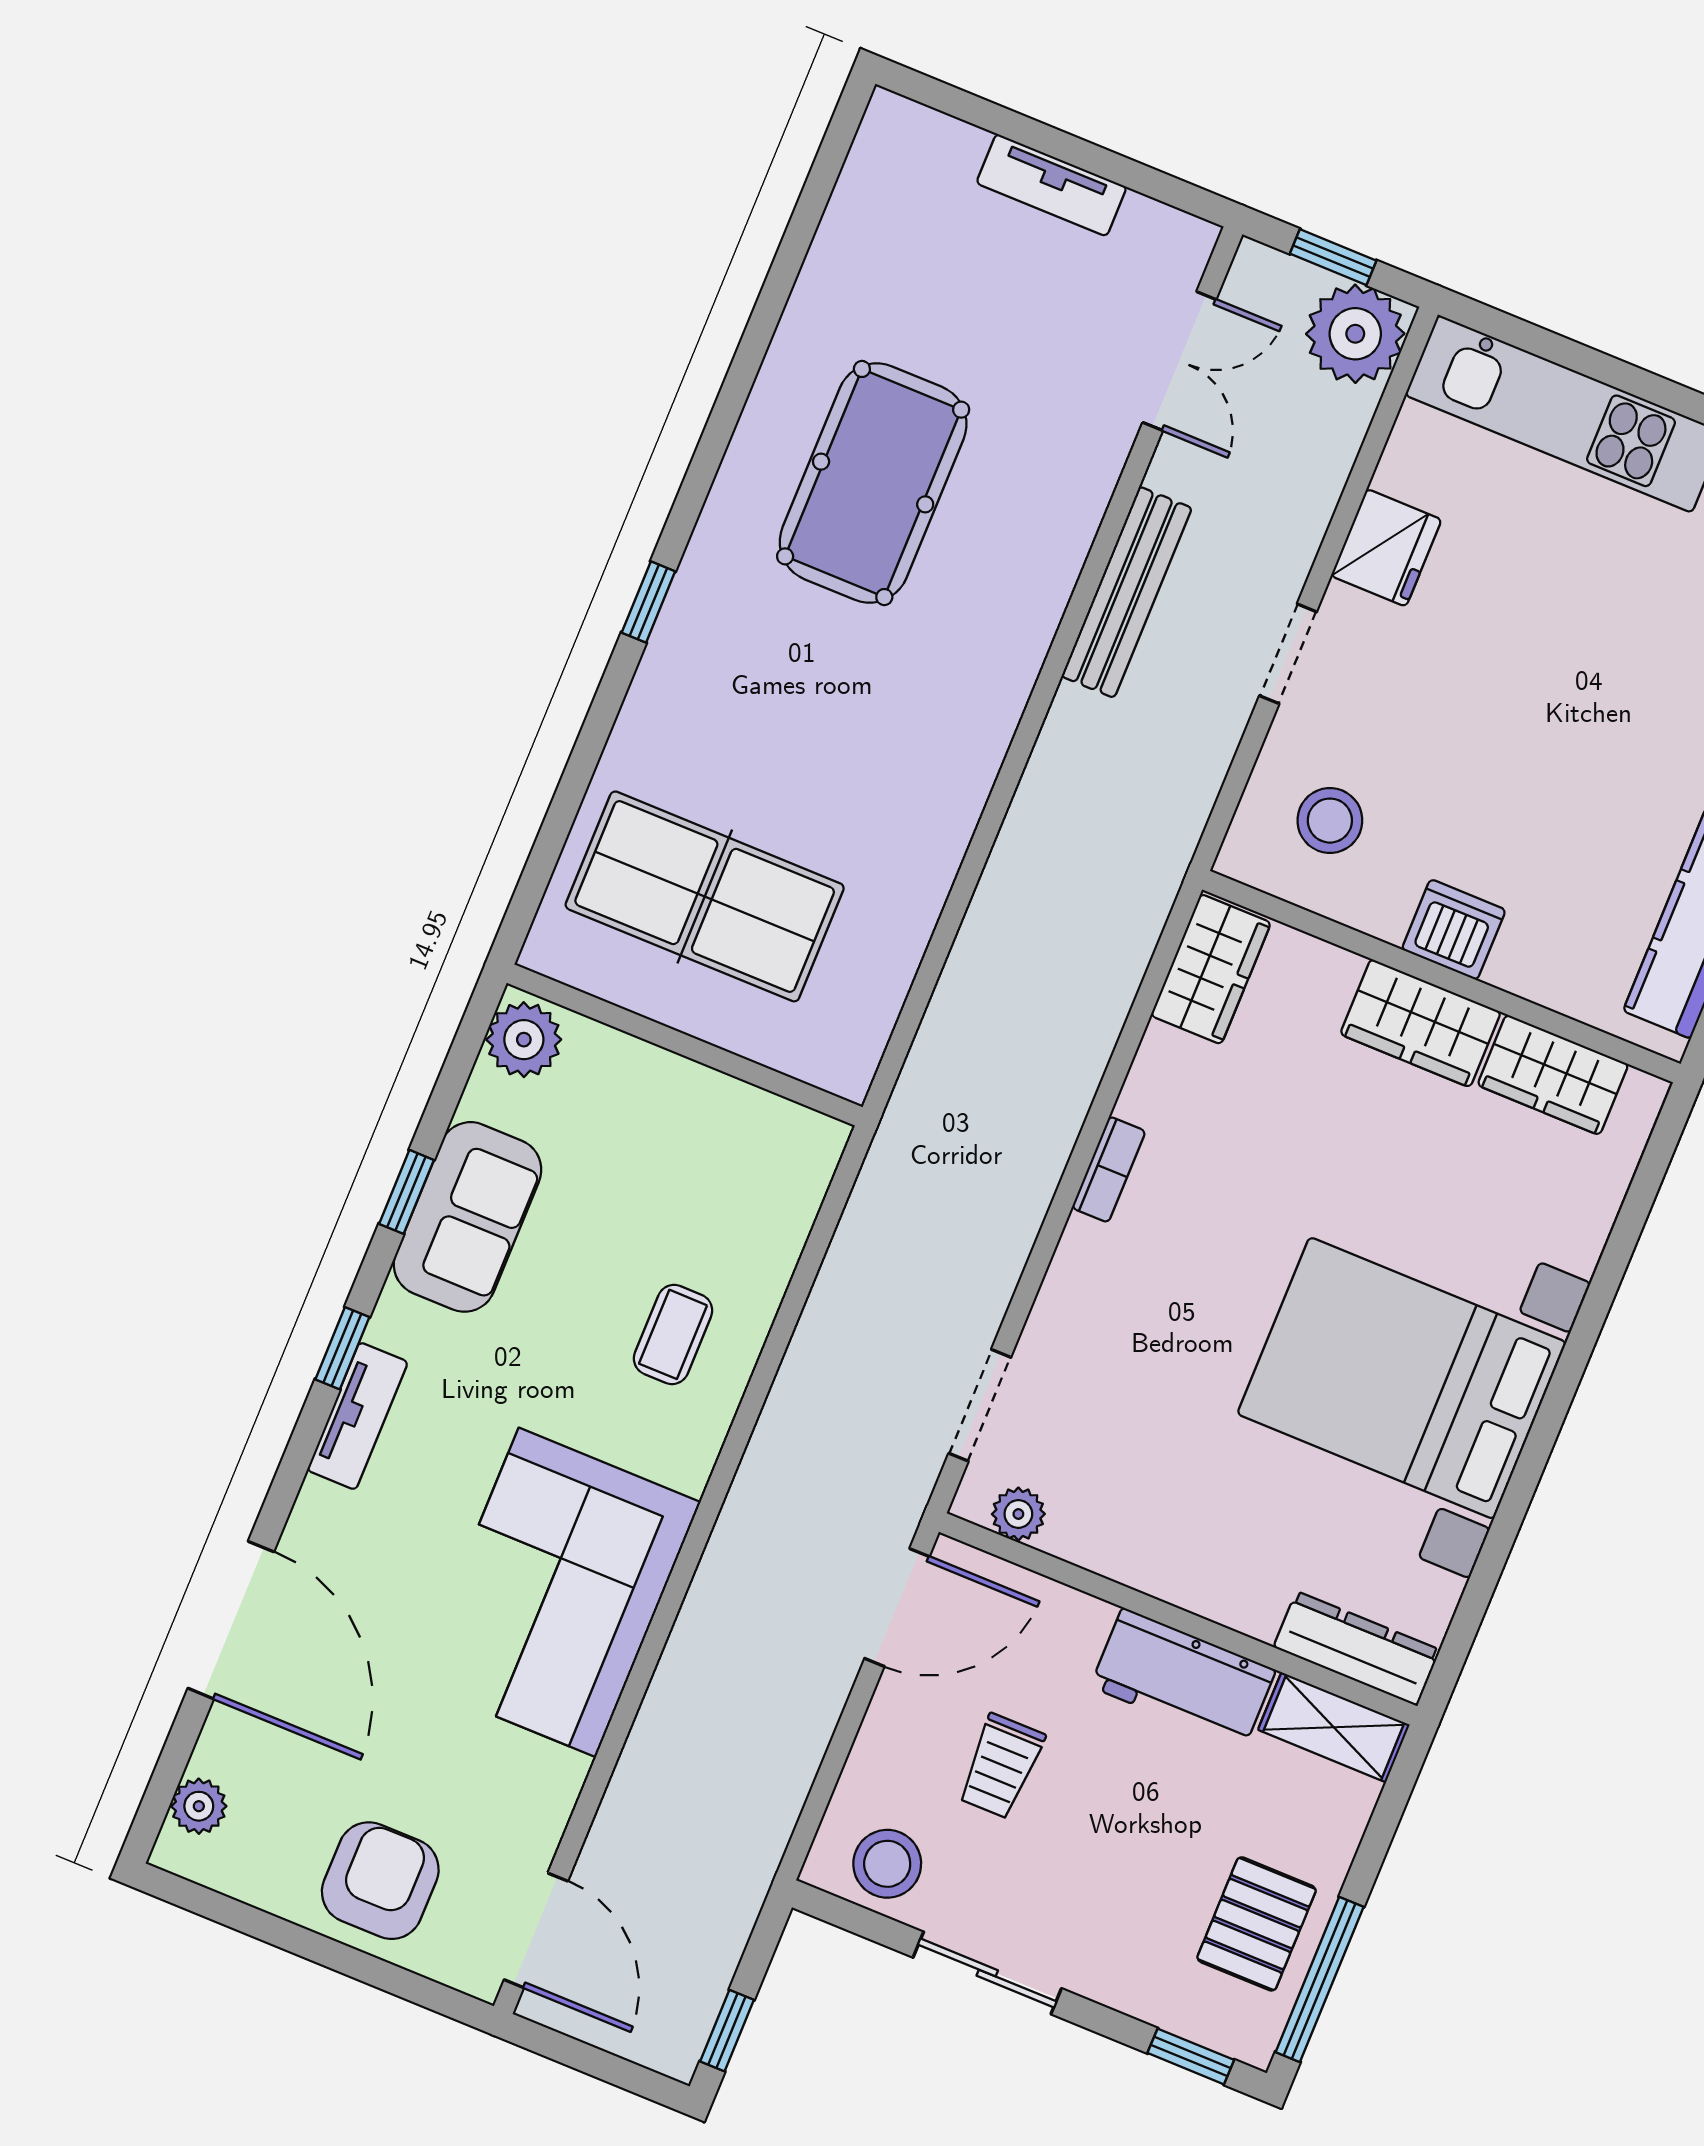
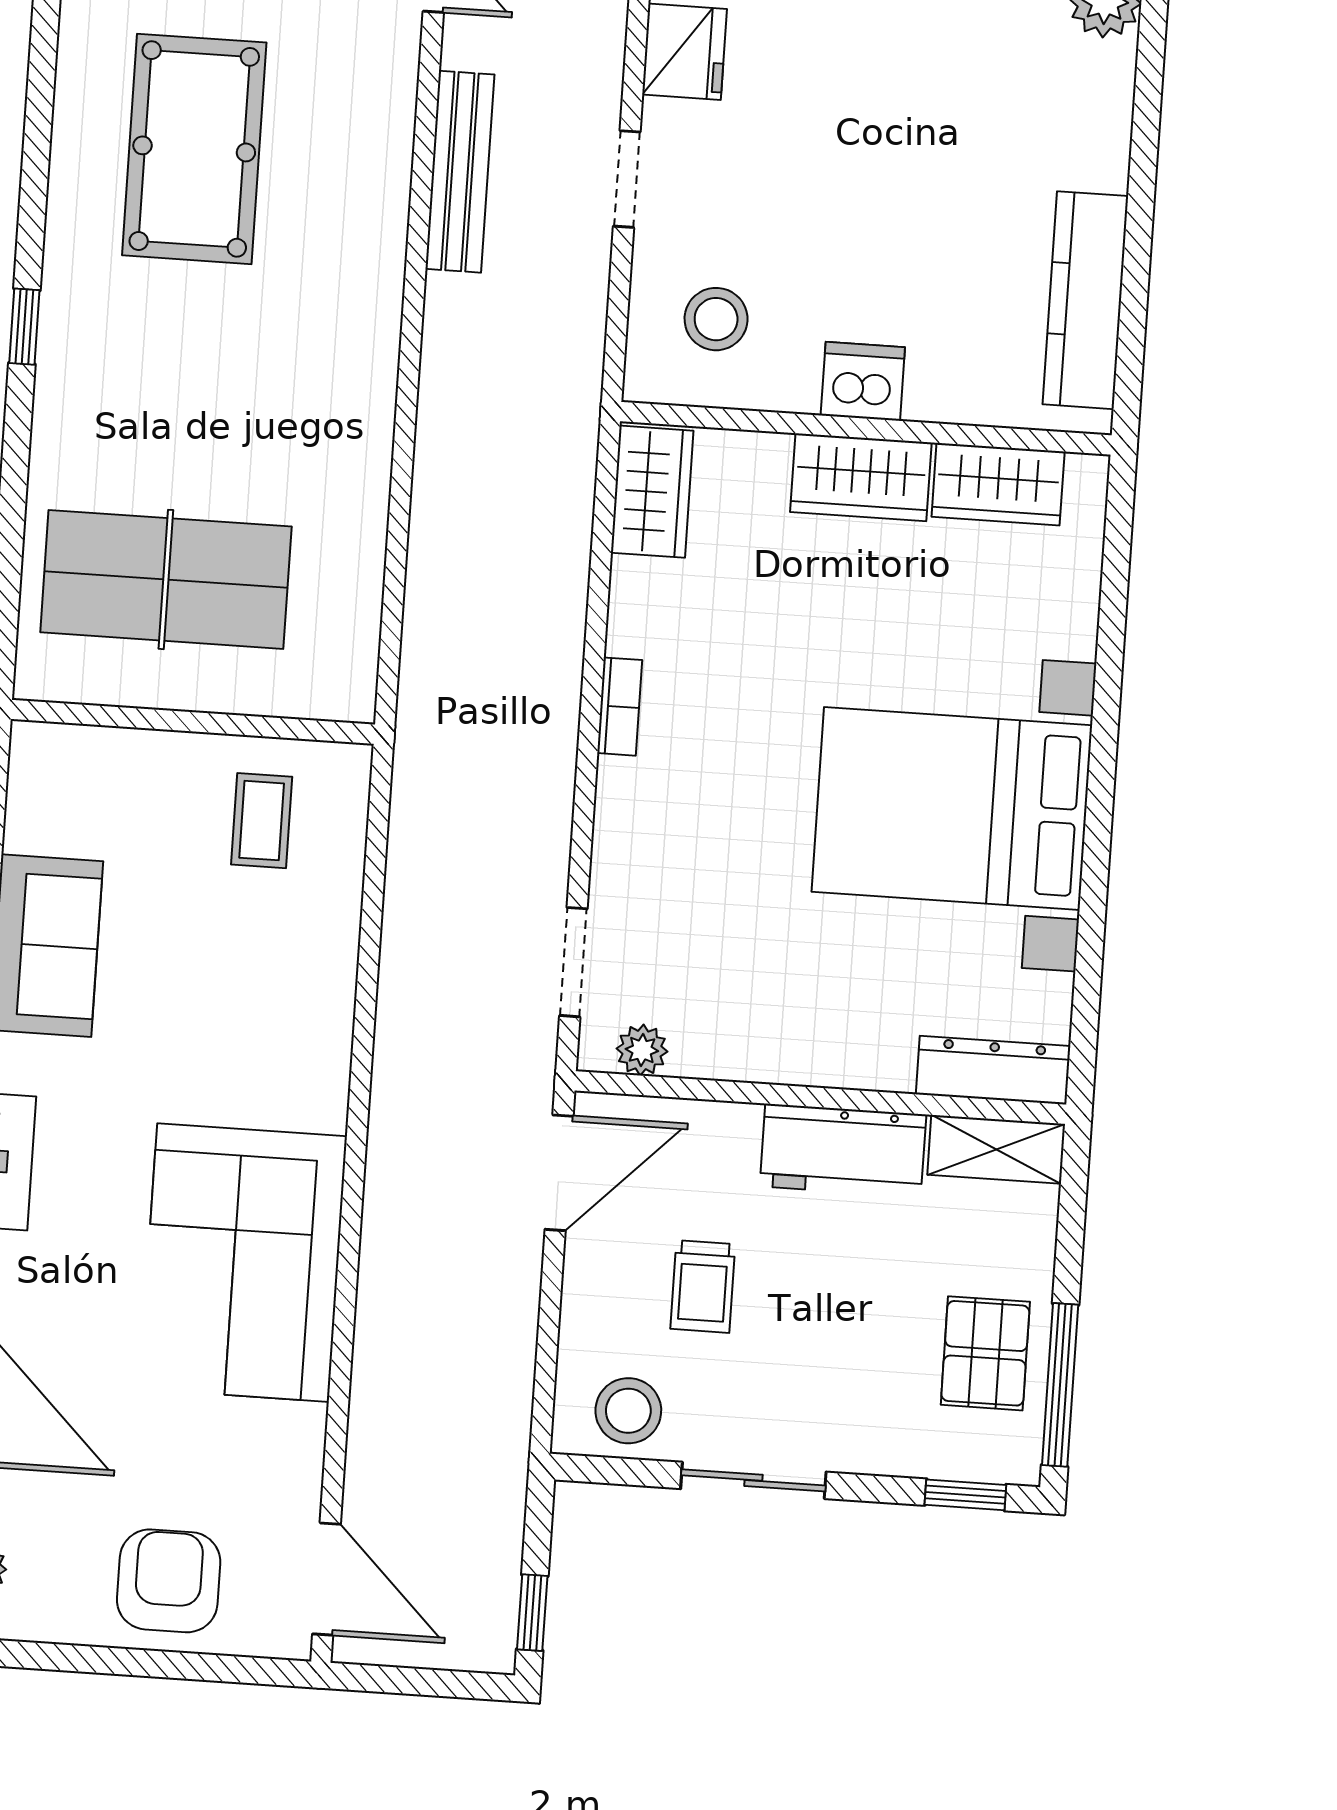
plant: (524, 1040) -> (44, 766), removed
coffee table: (673, 1334) -> (262, 821), moved

